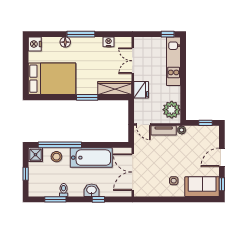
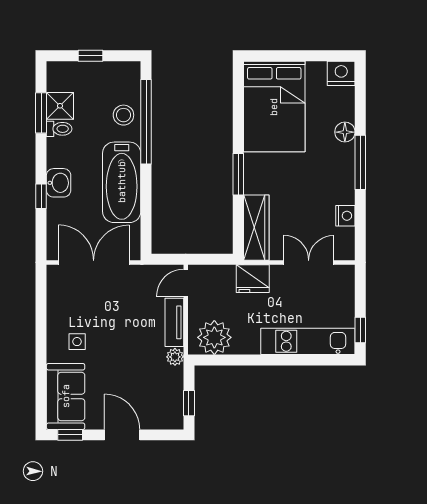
shower: (35, 155) -> (60, 106), moved

